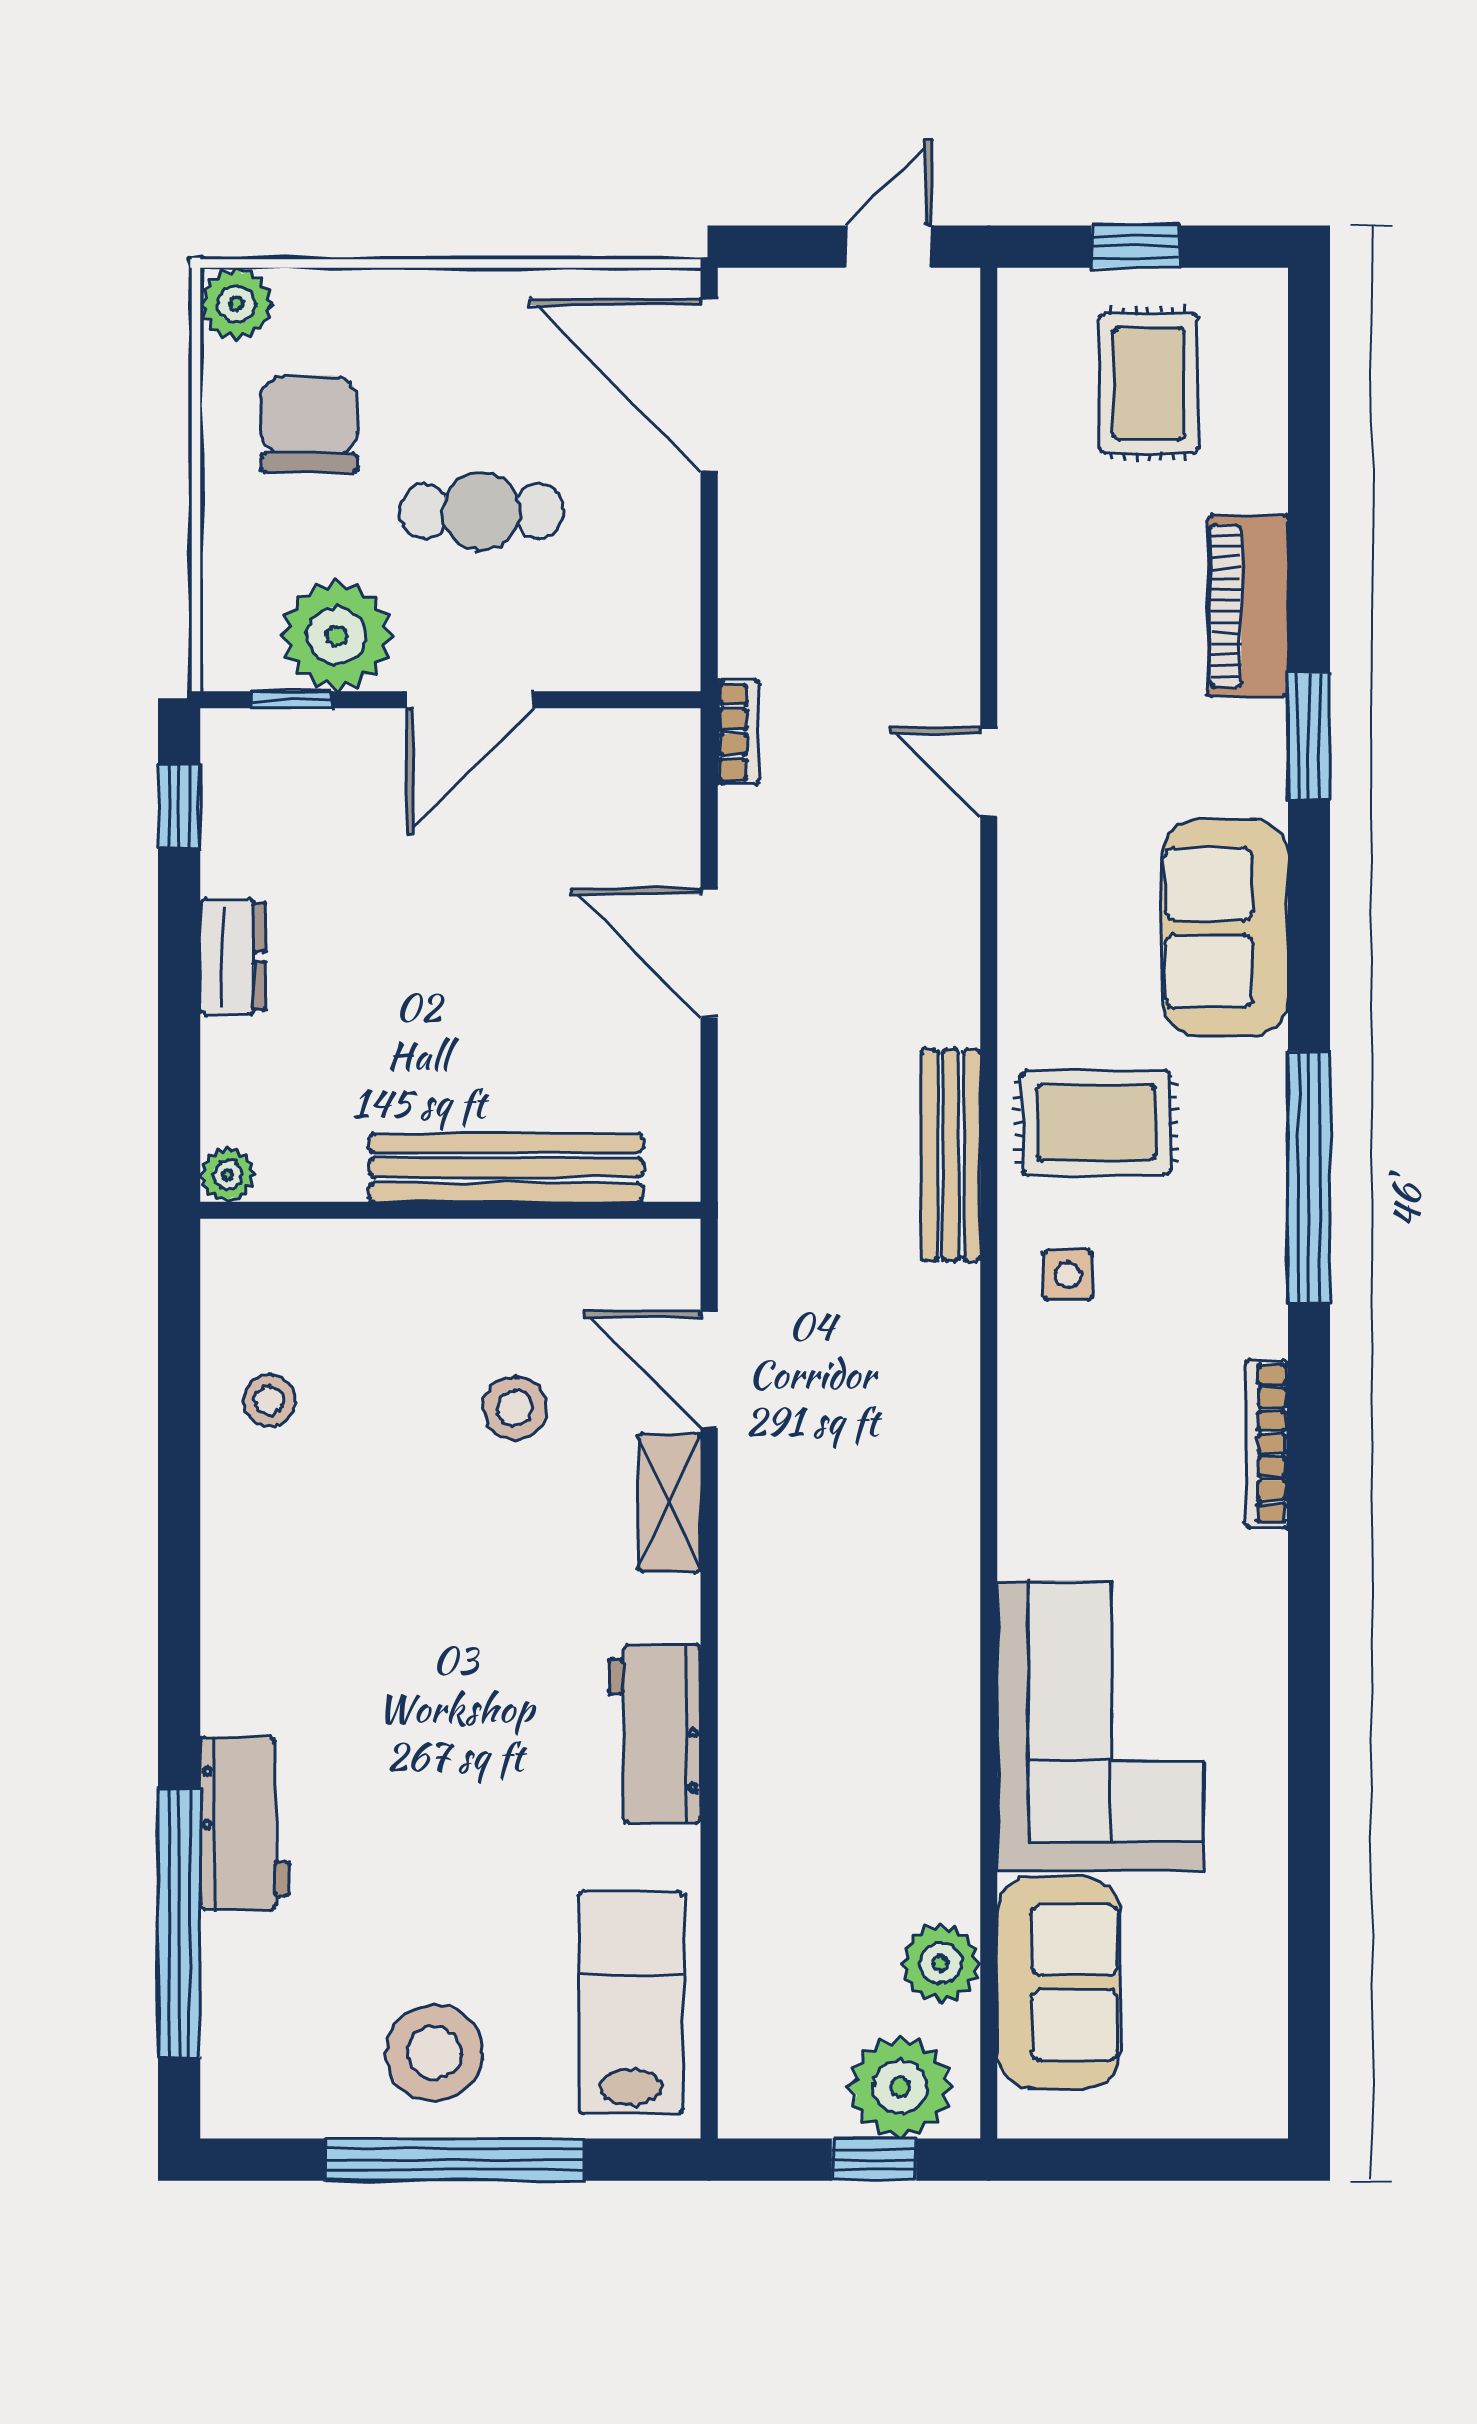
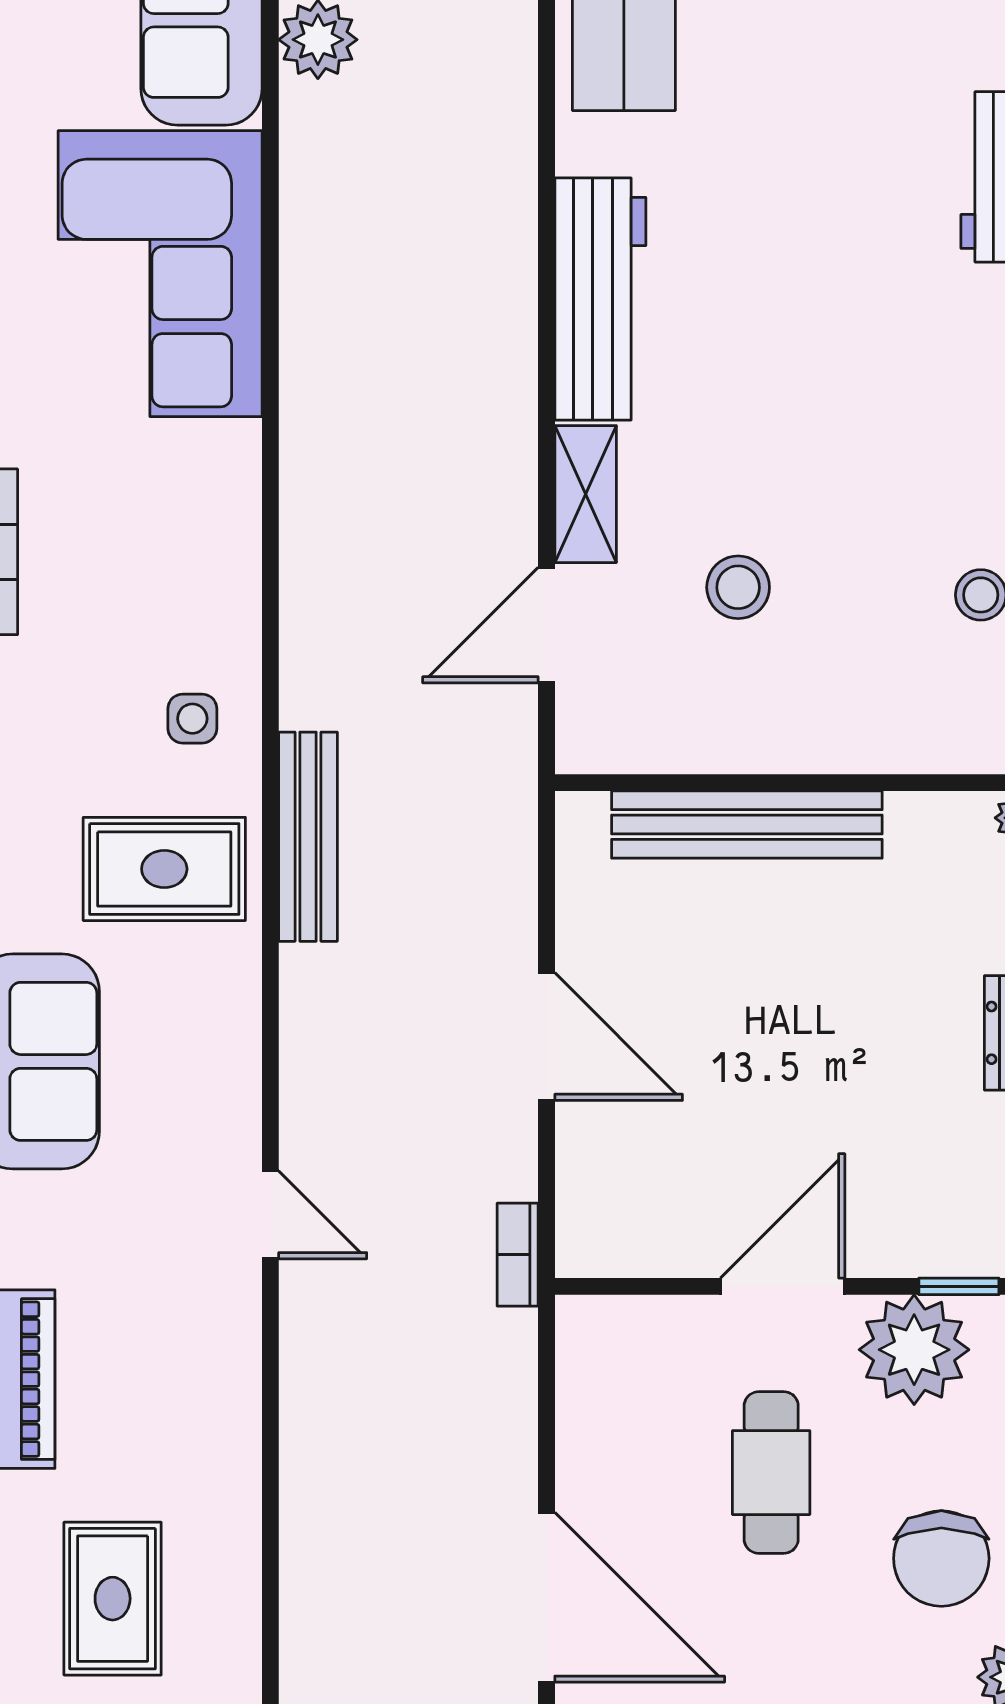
cafe table: (482, 511) -> (771, 1473), turned 90
door: (709, 1370) -> (546, 625), swing flipped
workbench: (655, 1734) -> (600, 299), width x1.38

